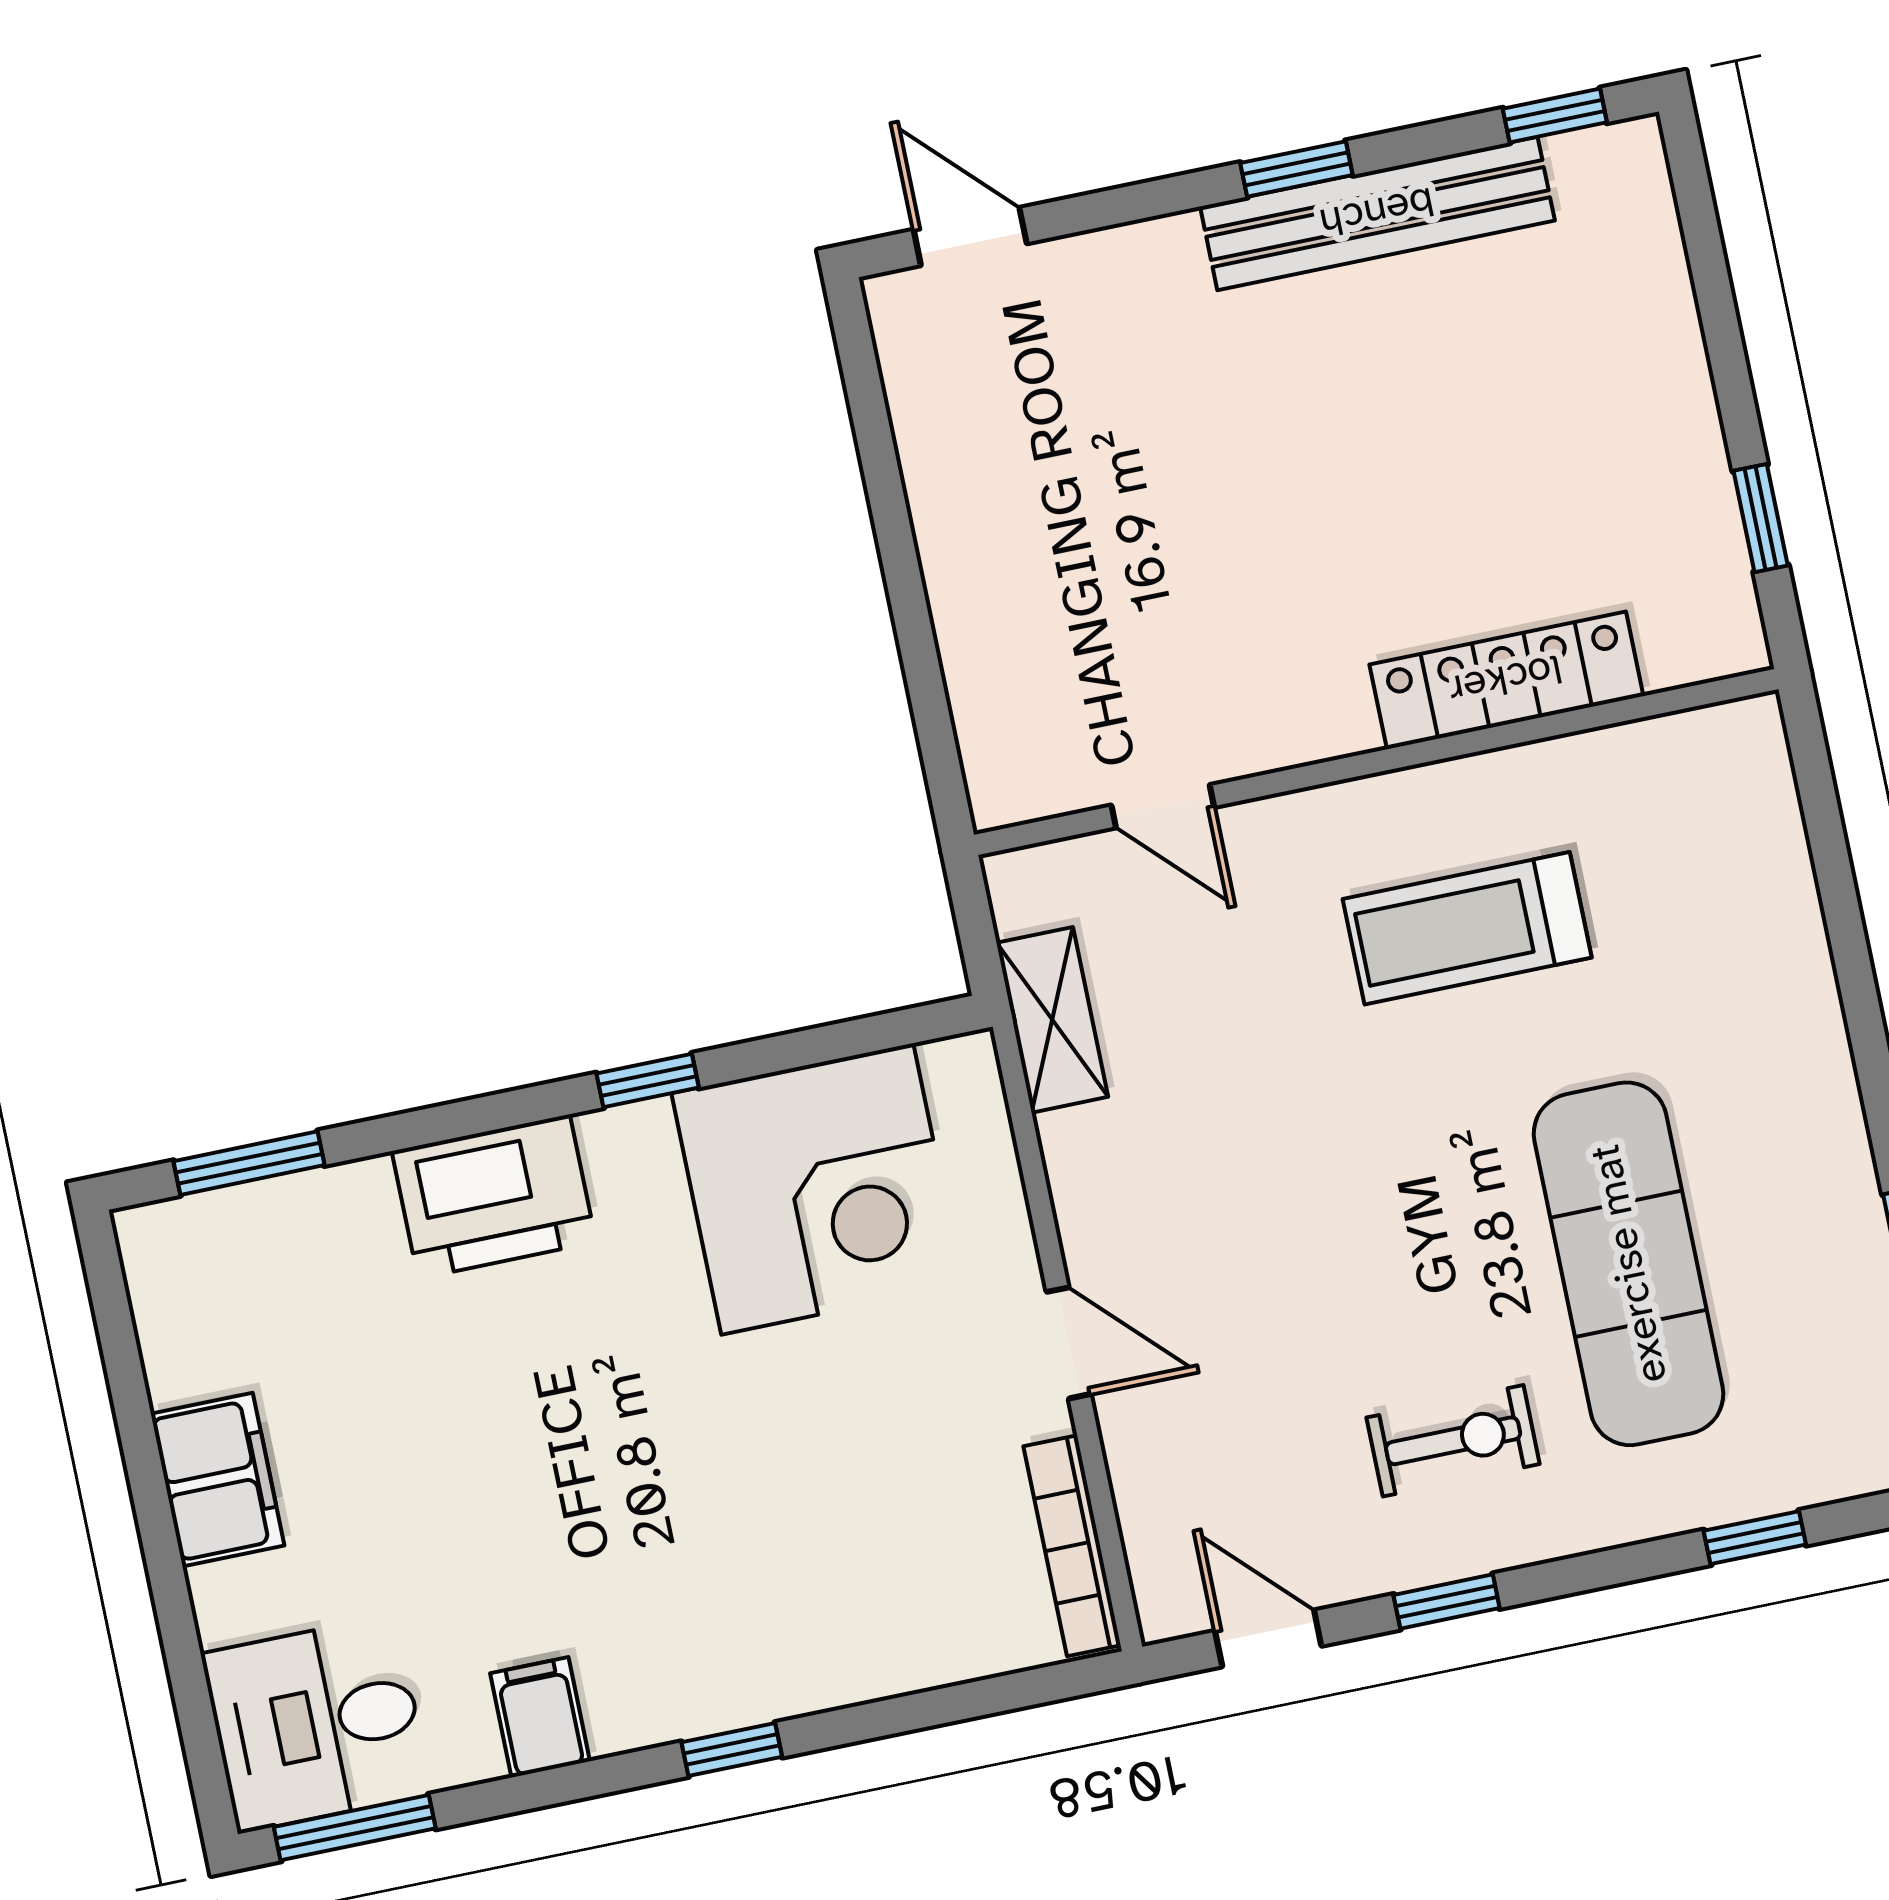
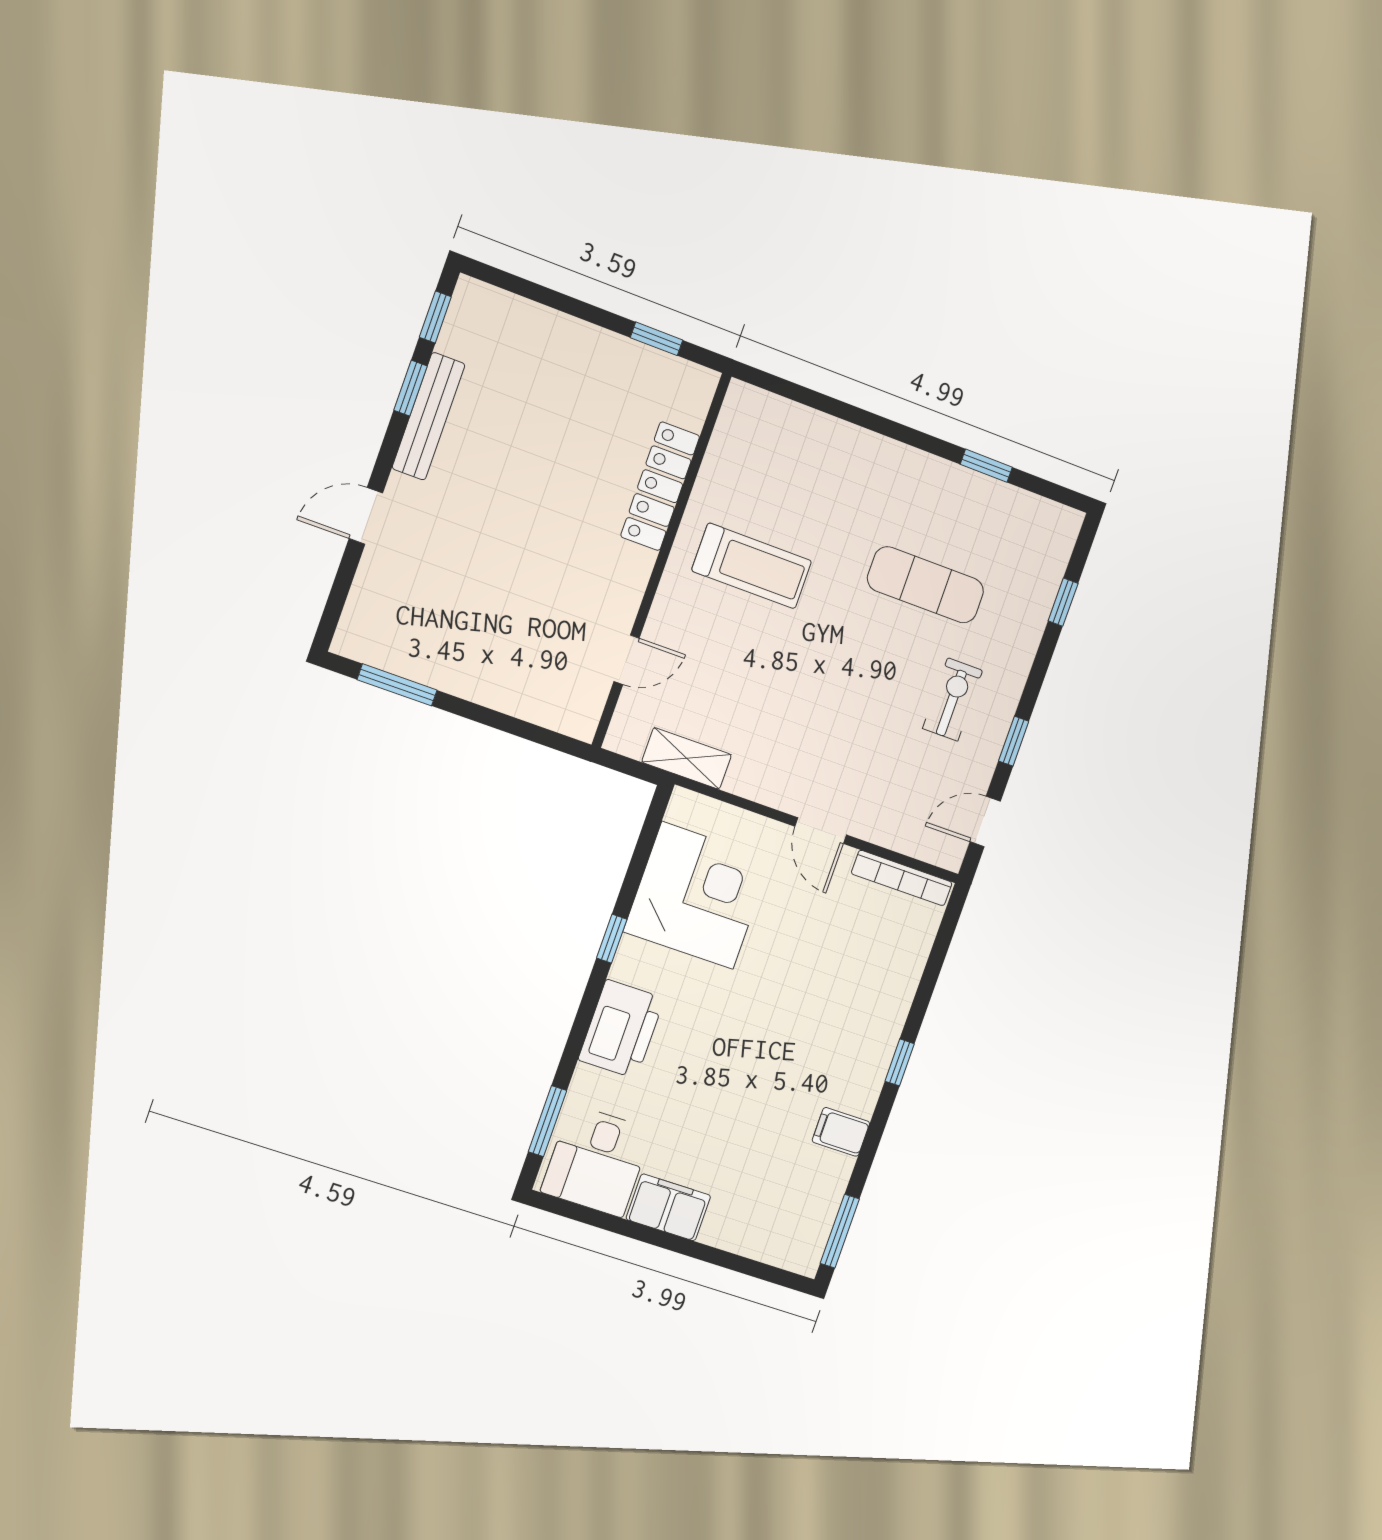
window: (1296, 169) -> (411, 388), moved
bench: (1377, 213) -> (429, 416), width x0.73, depth x0.82
door: (970, 237) -> (366, 516), moved
window: (873, 431) -> (397, 685), added
treadmill: (1467, 928) -> (752, 566), turned -90
exercise mat: (1628, 1264) -> (925, 585), width x0.73, depth x0.69
door: (1069, 1343) -> (821, 831), swing flipped
desk: (317, 1724) -> (597, 1161), moved

